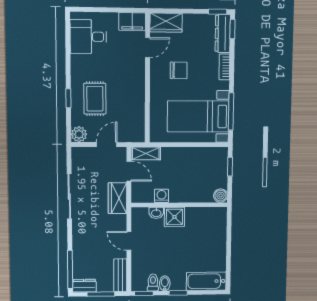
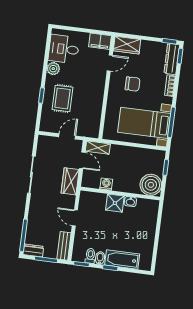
plant: (79, 134) -> (53, 69), moved
boiler: (221, 196) -> (151, 185), width x1.86, depth x1.86
washbasin: (156, 213) -> (130, 202), moved
bathtub: (206, 281) -> (122, 259), moved

